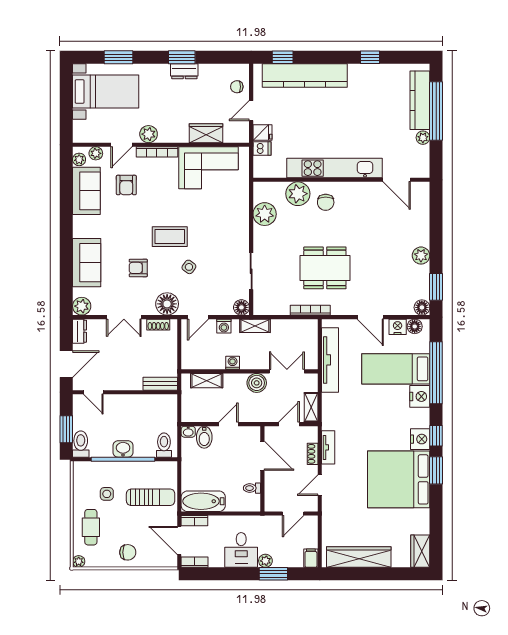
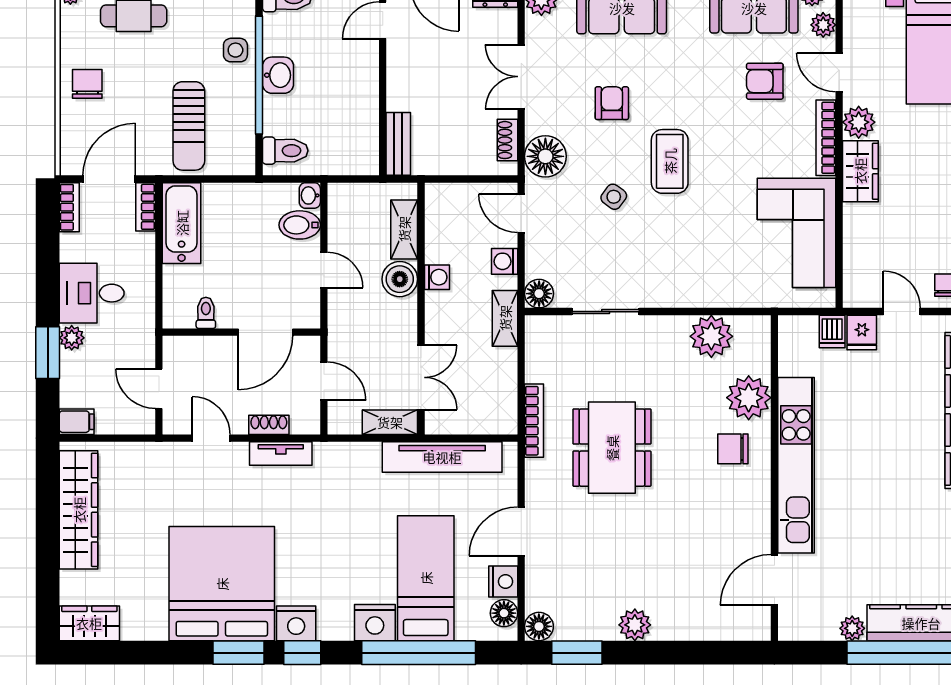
wardrobe: (206, 133) -> (860, 171), moved
boiler: (257, 383) -> (400, 279), moved
shelving: (311, 407) -> (390, 422), moved
side table: (107, 494) -> (235, 50), moved
chair: (128, 552) -> (87, 84), turned 180

